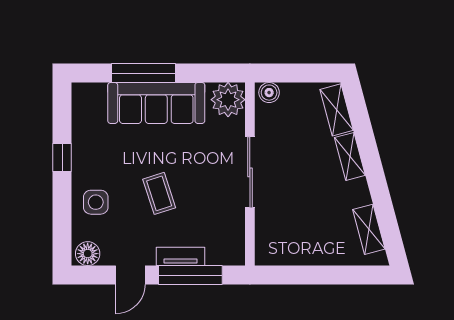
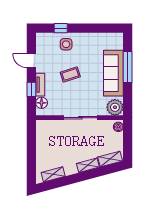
window: (62, 158) -> (61, 28), moved
floor lamp: (88, 254) -> (42, 103), moved
window: (190, 275) -> (31, 89), width x0.46

